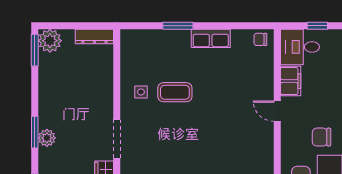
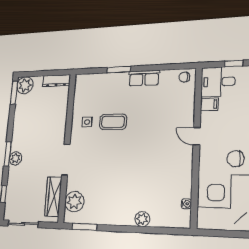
filing cabinet: (291, 81) -> (209, 104), width x0.50

